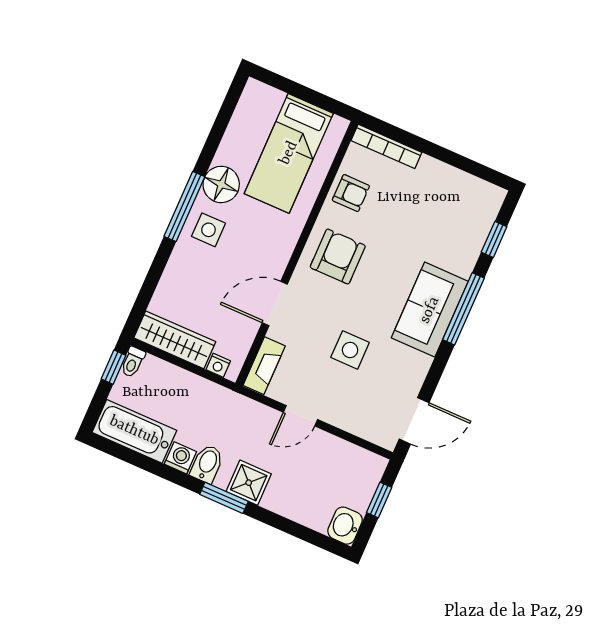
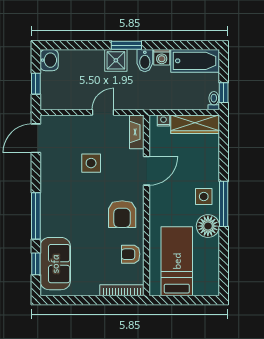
sofa: (430, 310) -> (55, 264), moved

